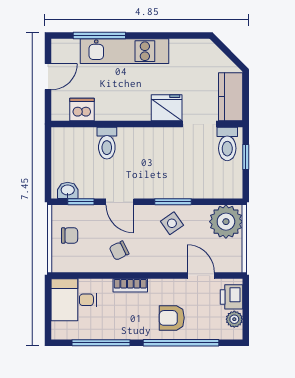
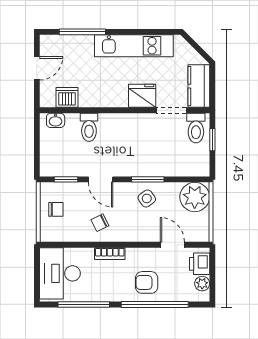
kitchen unit: (125, 51) -> (134, 46), moved
washbasin: (68, 190) -> (56, 120), moved, turned 180
desk: (74, 300) -> (60, 273), width x1.37

